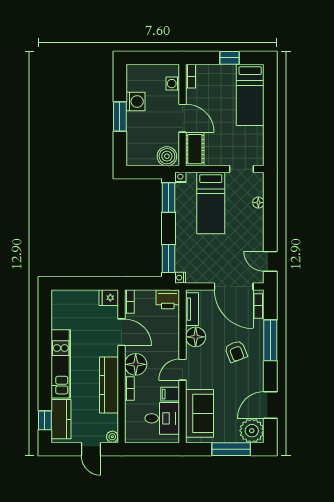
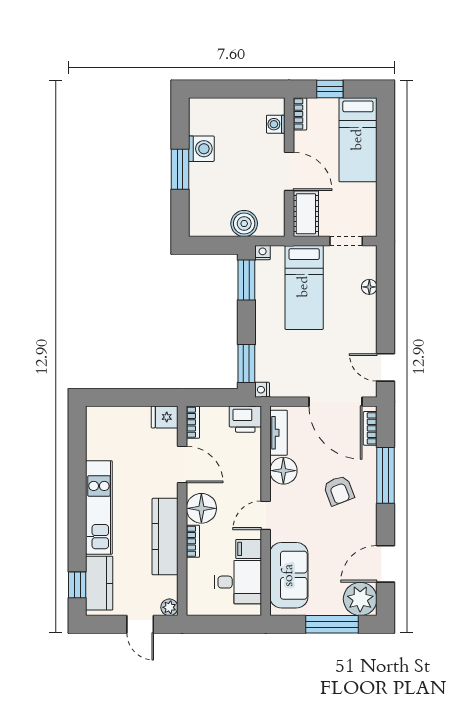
bookcase: (191, 76) -> (300, 114), moved
washing machine: (173, 84) -> (276, 124), moved
wall: (183, 115) -> (289, 167), moved
door: (183, 118) -> (289, 171), moved
cot: (195, 149) -> (306, 214), moved

